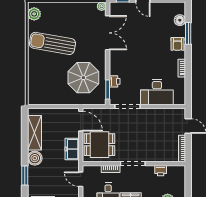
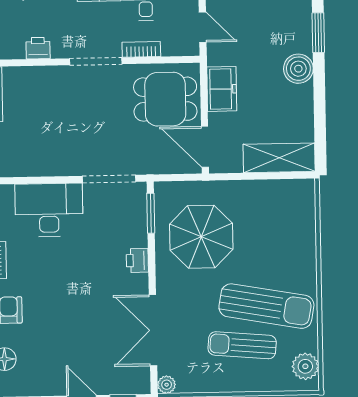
sun lounger: (65, 25) -> (242, 345), added
printer: (115, 81) -> (137, 261), moved
shelving: (35, 133) -> (279, 158), moved, turned 90

